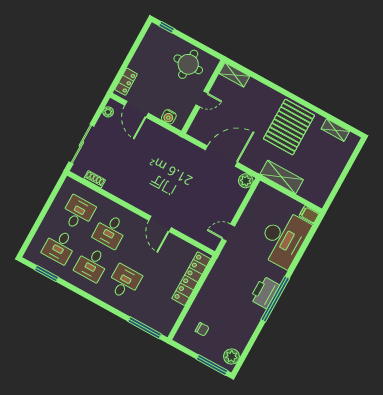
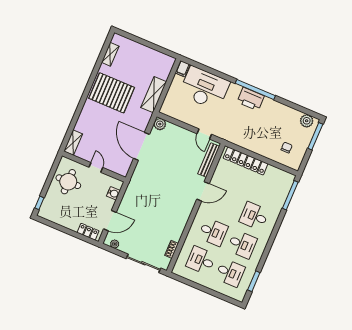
bench: (197, 235) -> (209, 160), added

